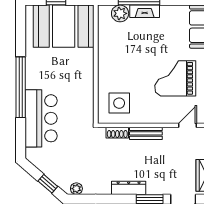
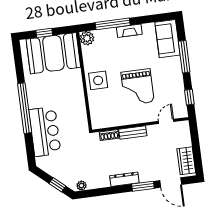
fireplace: (145, 11) -> (129, 31), moved
plant: (120, 13) -> (87, 38), moved
grand piano: (175, 78) -> (138, 87), moved, turned -90
side table: (119, 103) -> (98, 80), moved

